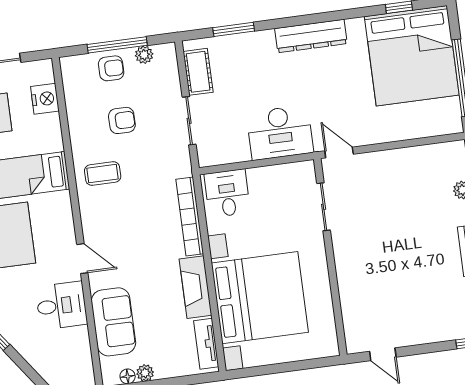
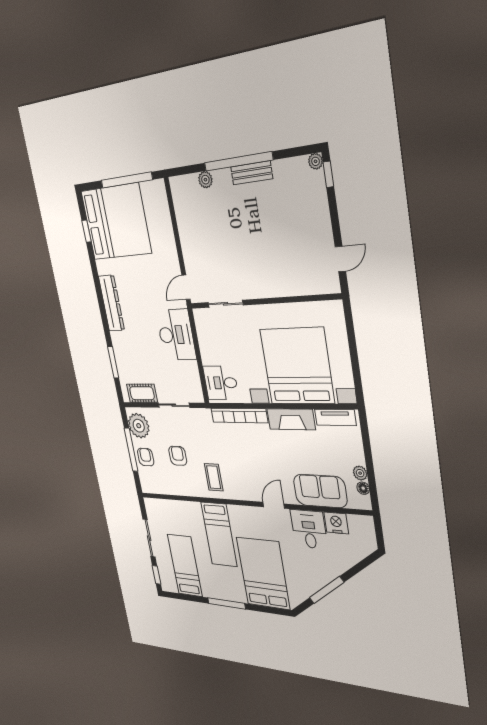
plant: (144, 55) -> (139, 426), width x1.88, depth x1.88
nightstand: (45, 99) -> (336, 523), moved

